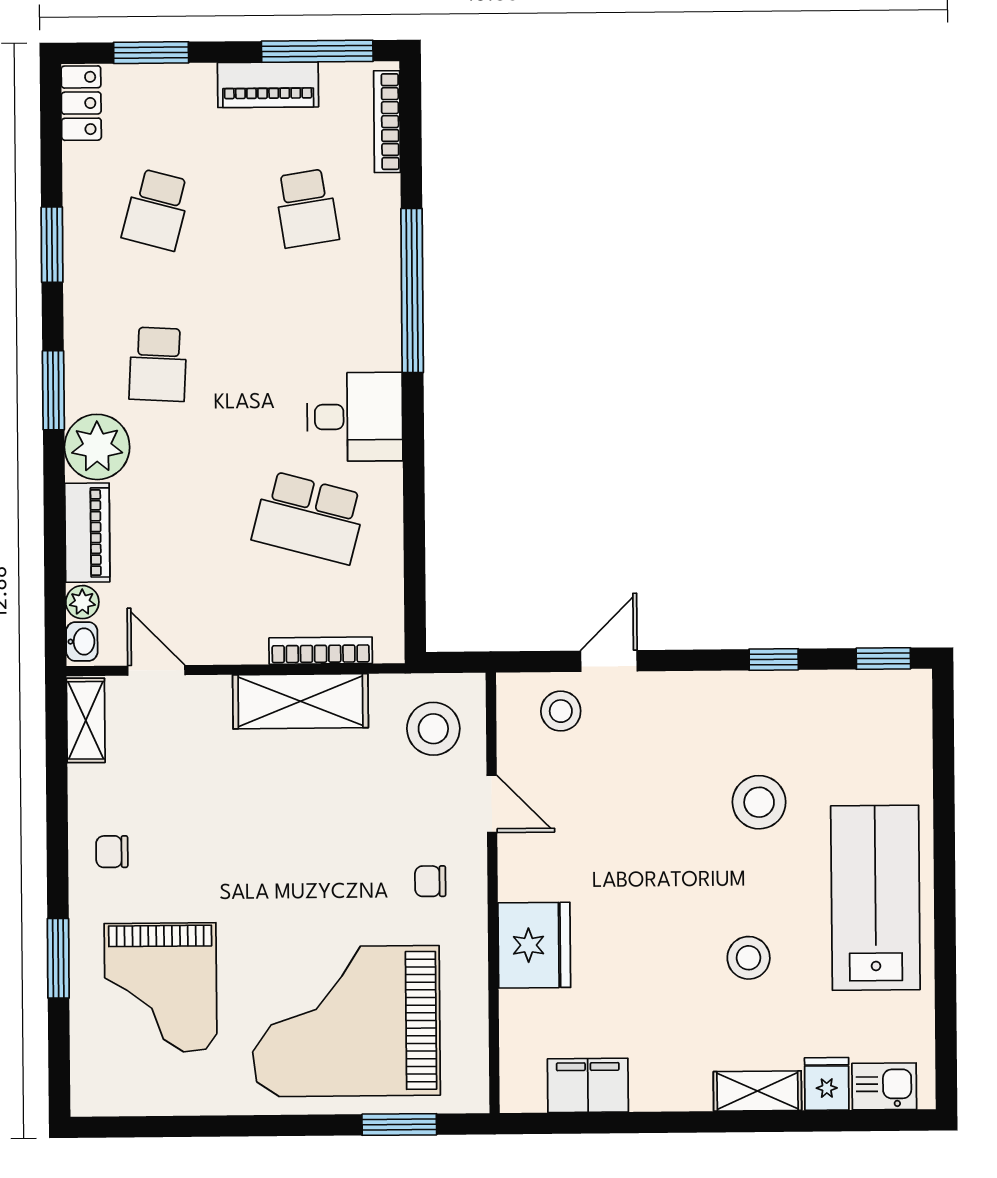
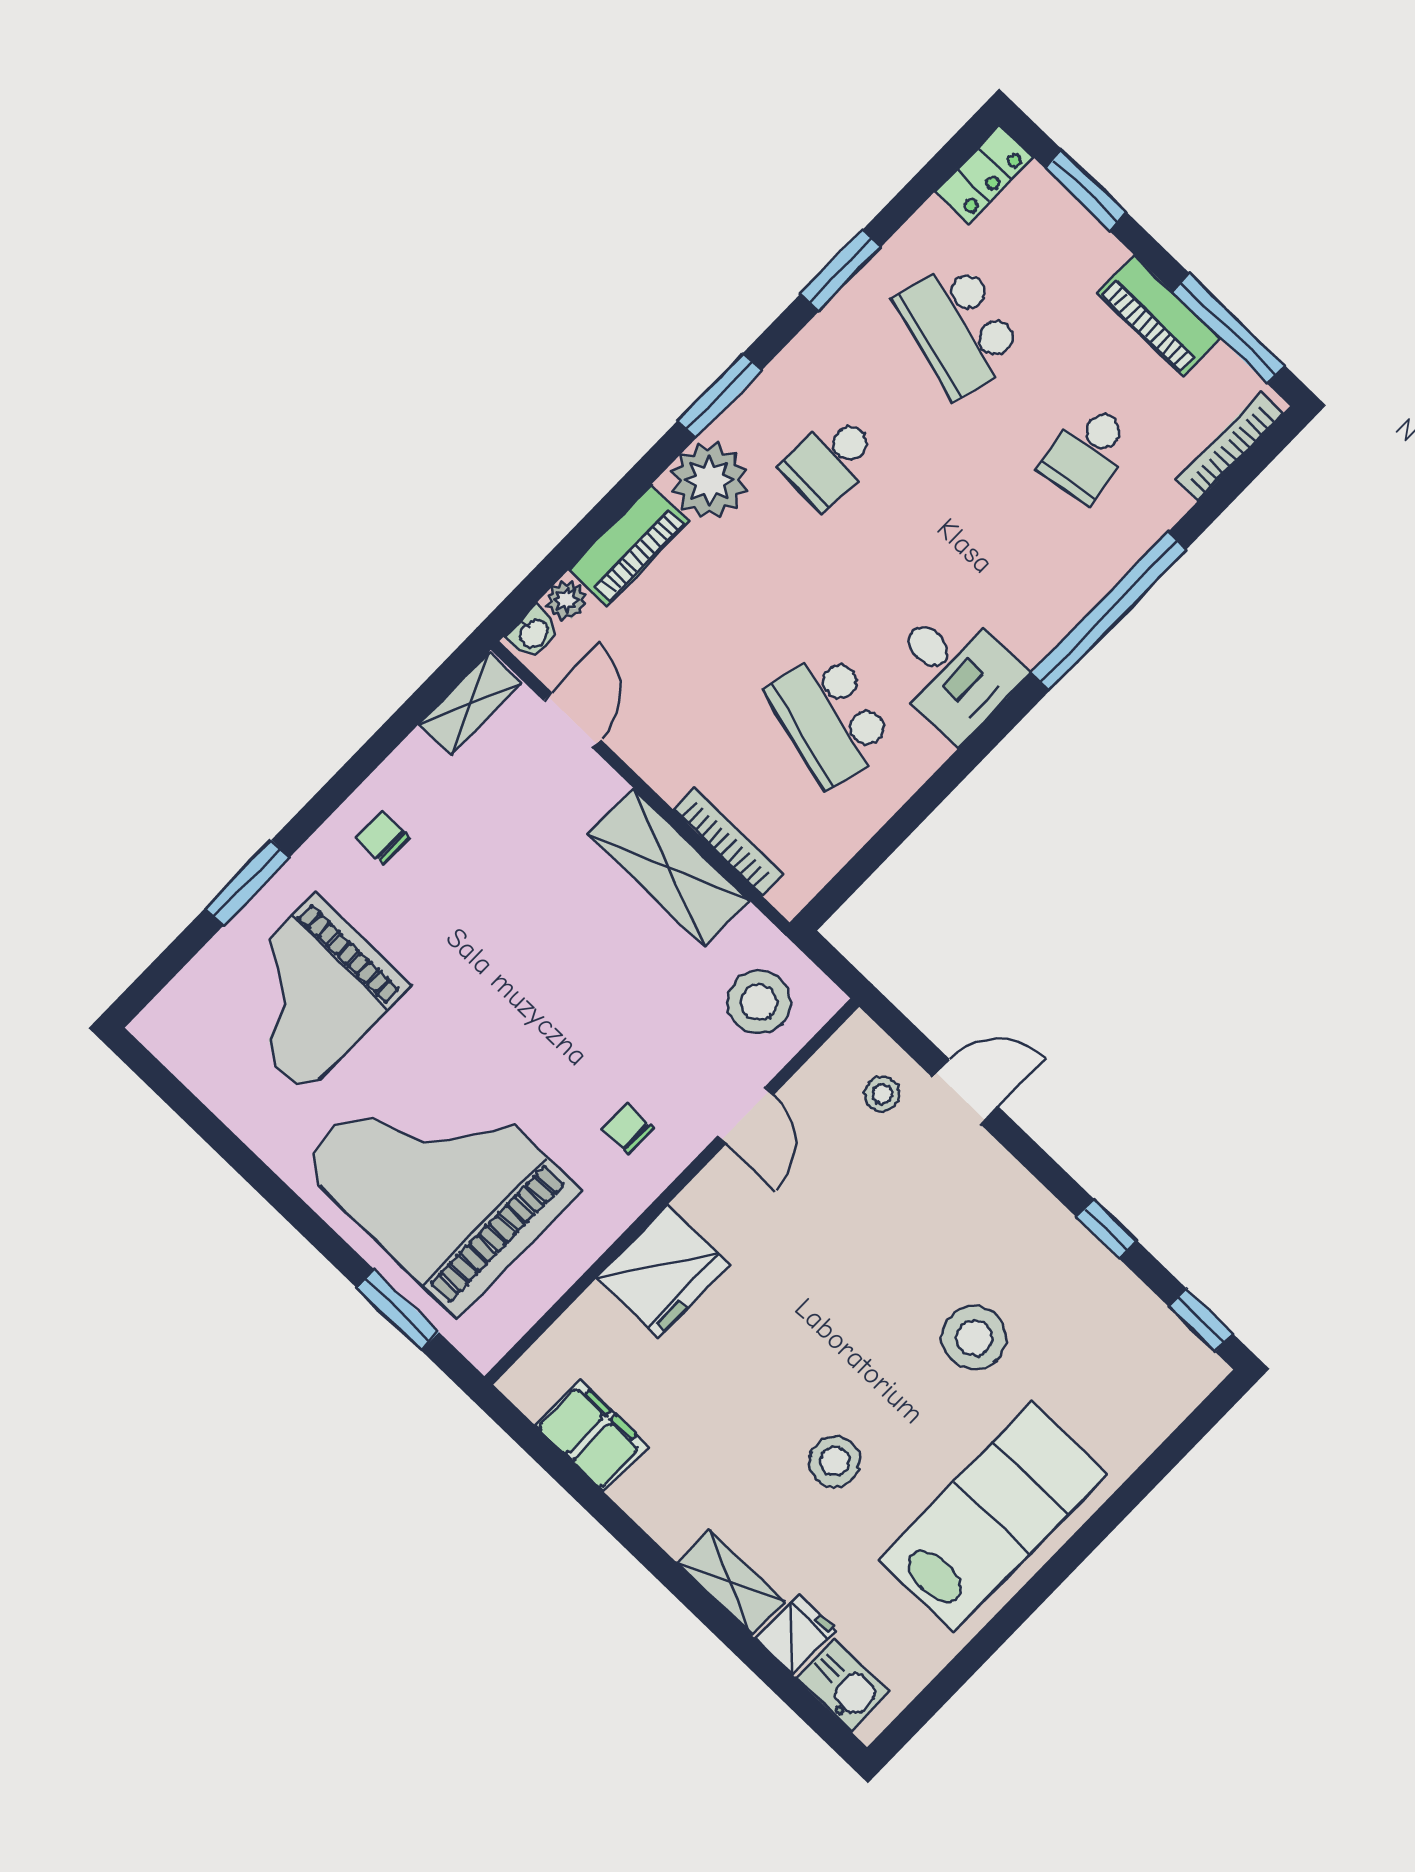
school desk: (157, 210) -> (959, 329), width x1.85
stool: (561, 711) -> (882, 1094), width x0.73, depth x0.73

